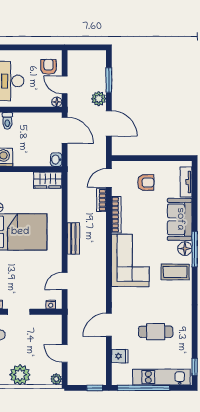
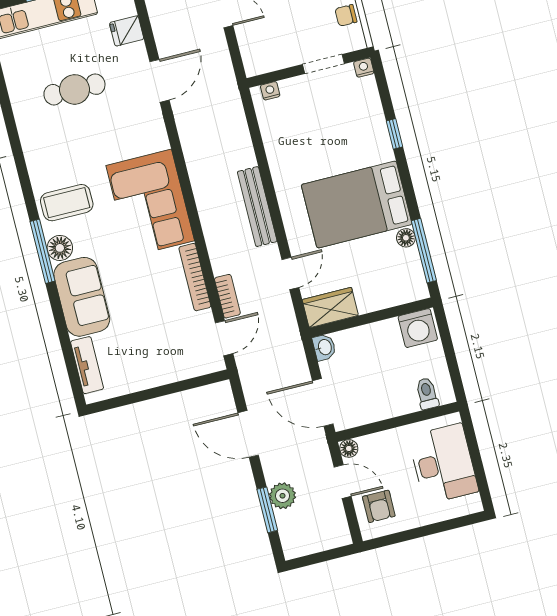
plant: (99, 99) -> (283, 496), moved
armchair: (146, 183) -> (158, 346), removed
bench: (73, 238) -> (257, 207), width x1.36
door: (65, 281) -> (290, 273), moved

